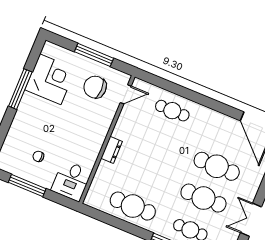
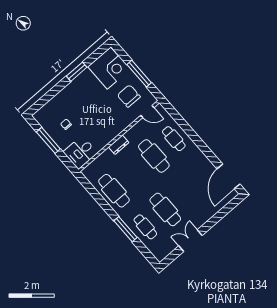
corner desk: (50, 79) -> (109, 68), moved
window: (20, 89) -> (77, 72), width x0.69
cafe table: (217, 166) -> (154, 156), moved

